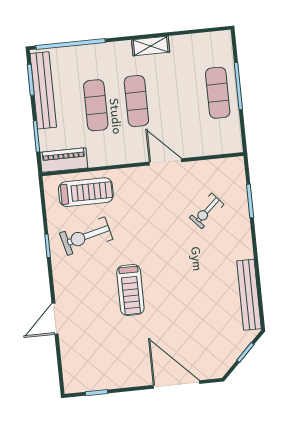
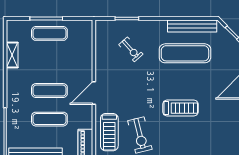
shelving: (151, 46) -> (12, 55), moved
door: (165, 162) -> (94, 93), moved
treadmill: (86, 192) -> (109, 132), turned 180
exercise mat: (209, 289) -> (185, 53), added

